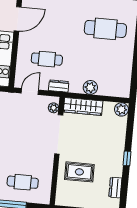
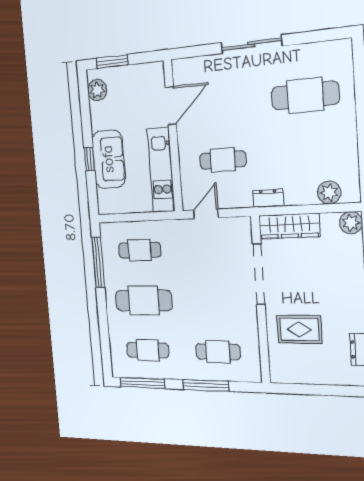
dresser: (59, 86) -> (268, 198), moved
plant: (90, 87) -> (329, 193), moved
plant: (53, 108) -> (245, 234), removed

